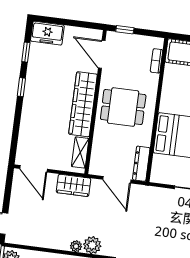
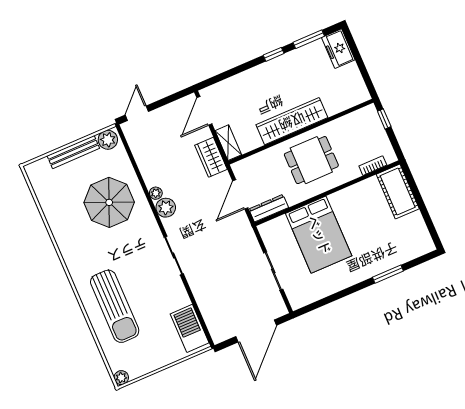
window: (26, 52) -> (309, 39), width x1.50
door: (102, 54) -> (349, 111), removed
dining table: (123, 107) -> (311, 160), turned 90
shelving: (80, 152) -> (228, 143), moved, turned 90

